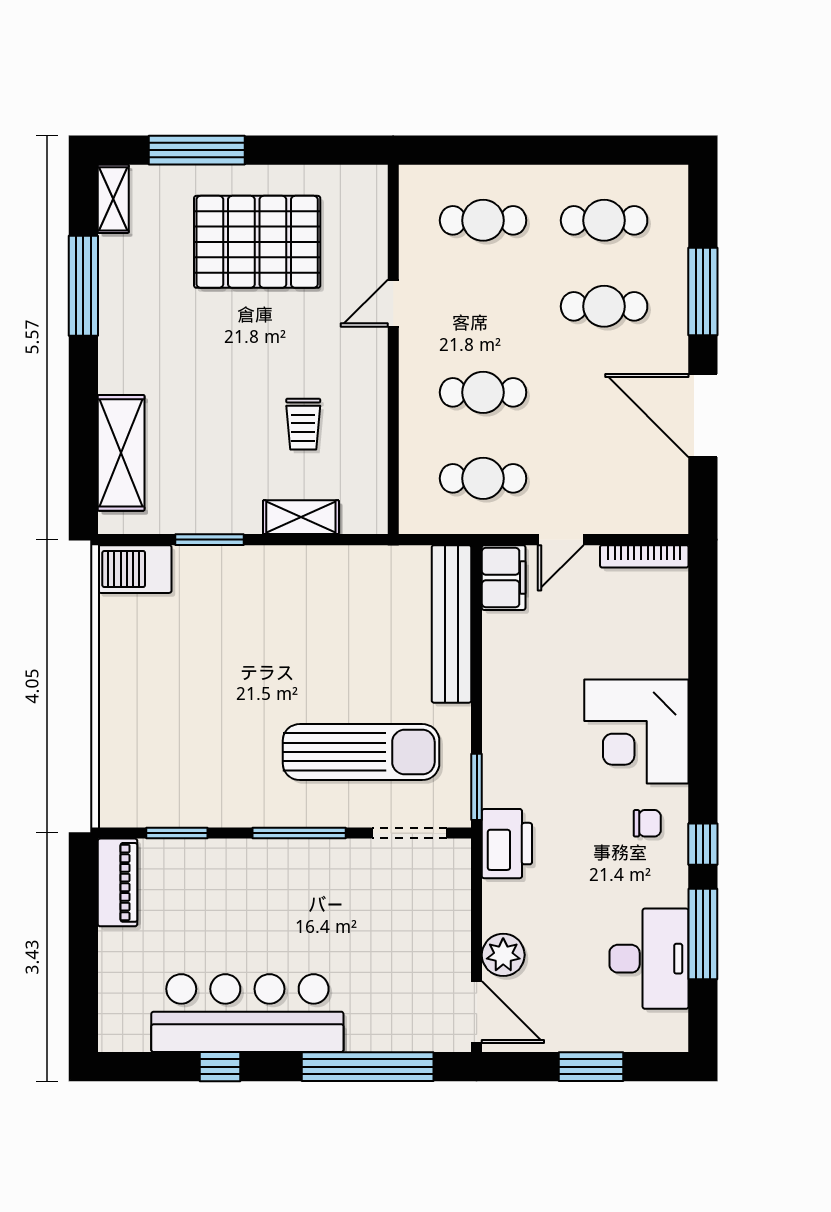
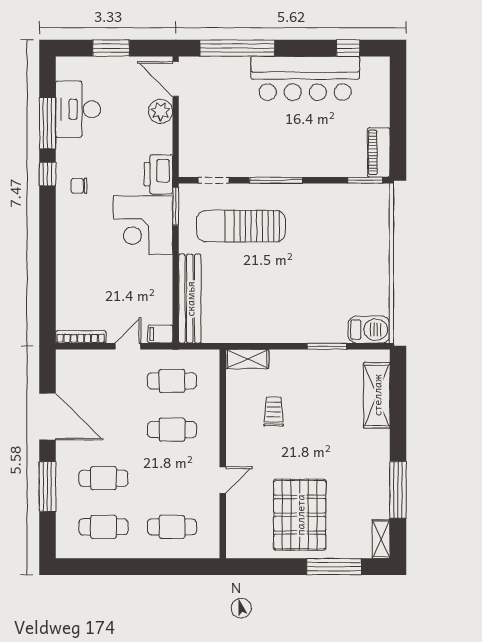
pallet: (257, 242) -> (300, 515), turned 90
shelving: (301, 517) -> (247, 359), moved
filing cabinet: (504, 578) -> (160, 334), width x0.50
corner desk: (636, 731) -> (143, 225), moved, turned 180
window: (177, 833) -> (365, 180), moved
doorway: (409, 833) -> (214, 180), width x0.73
window: (220, 1067) -> (348, 48), moved

